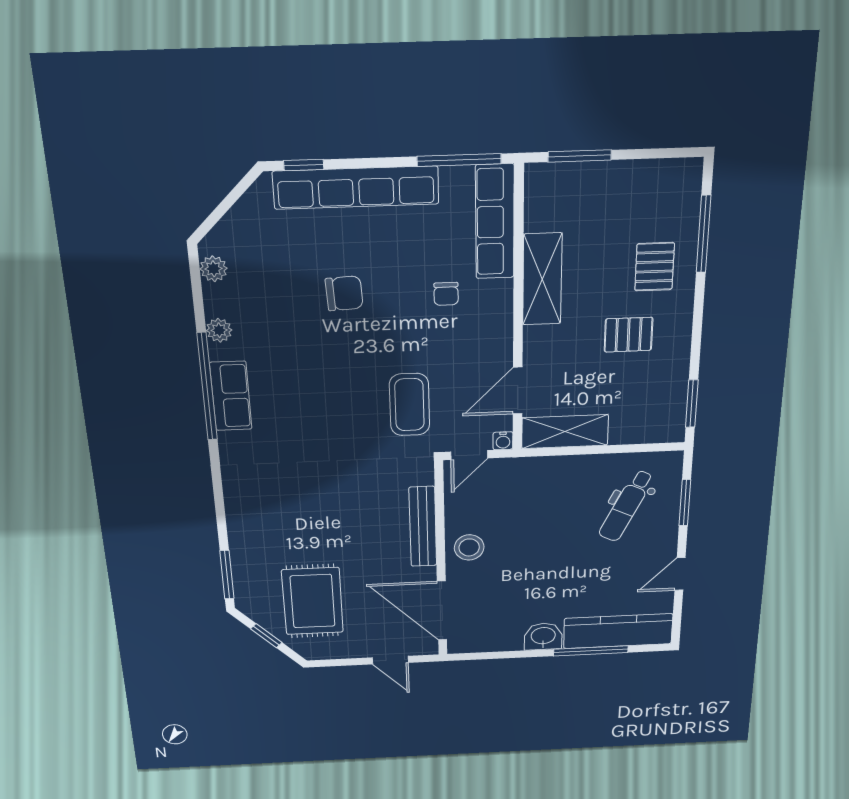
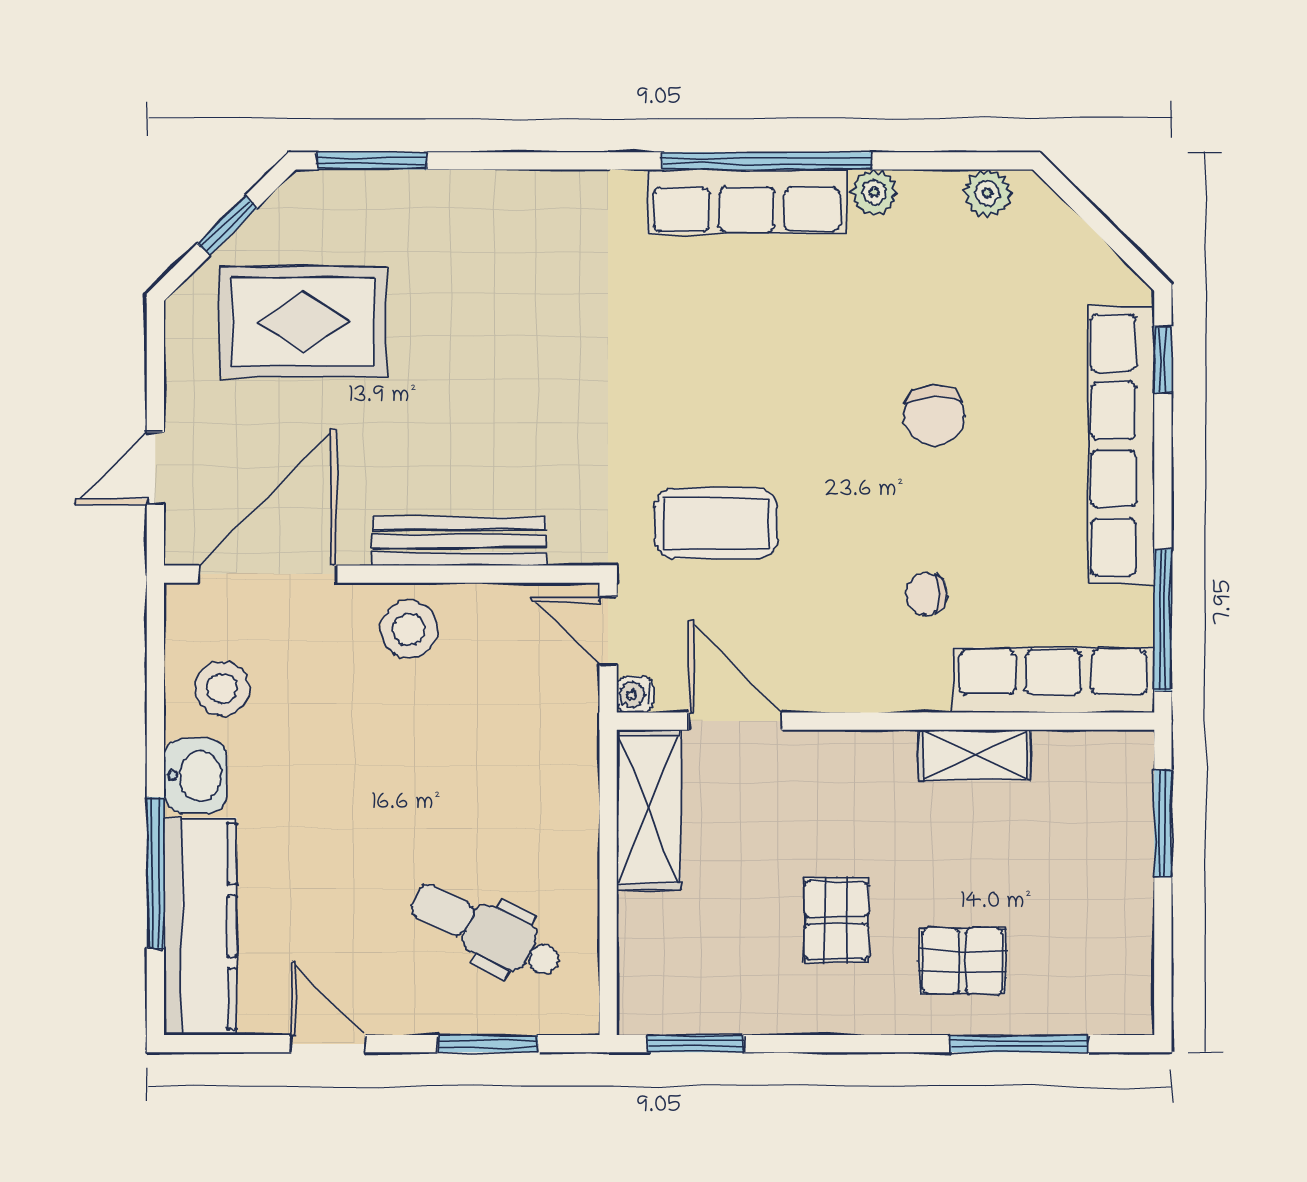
shelving: (542, 279) -> (975, 755), width x0.67, depth x0.75
row of seats: (231, 396) -> (747, 202), width x1.48
stool: (500, 627) -> (222, 688), added

